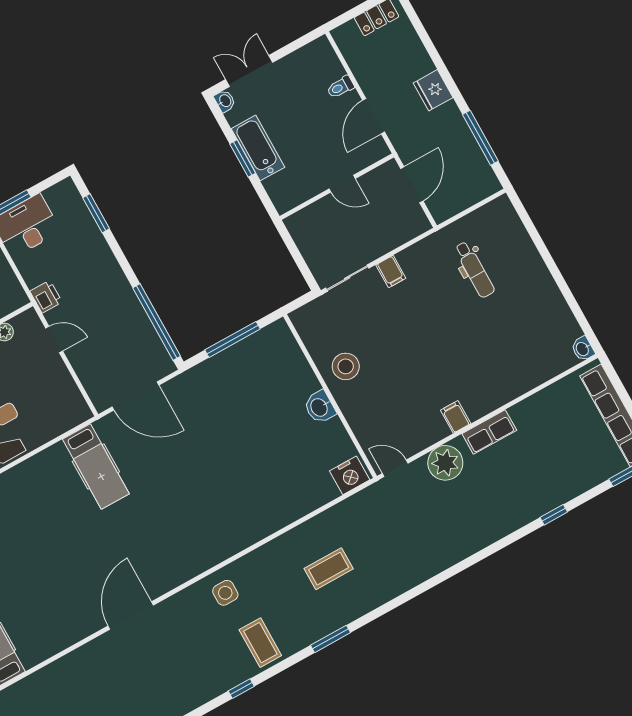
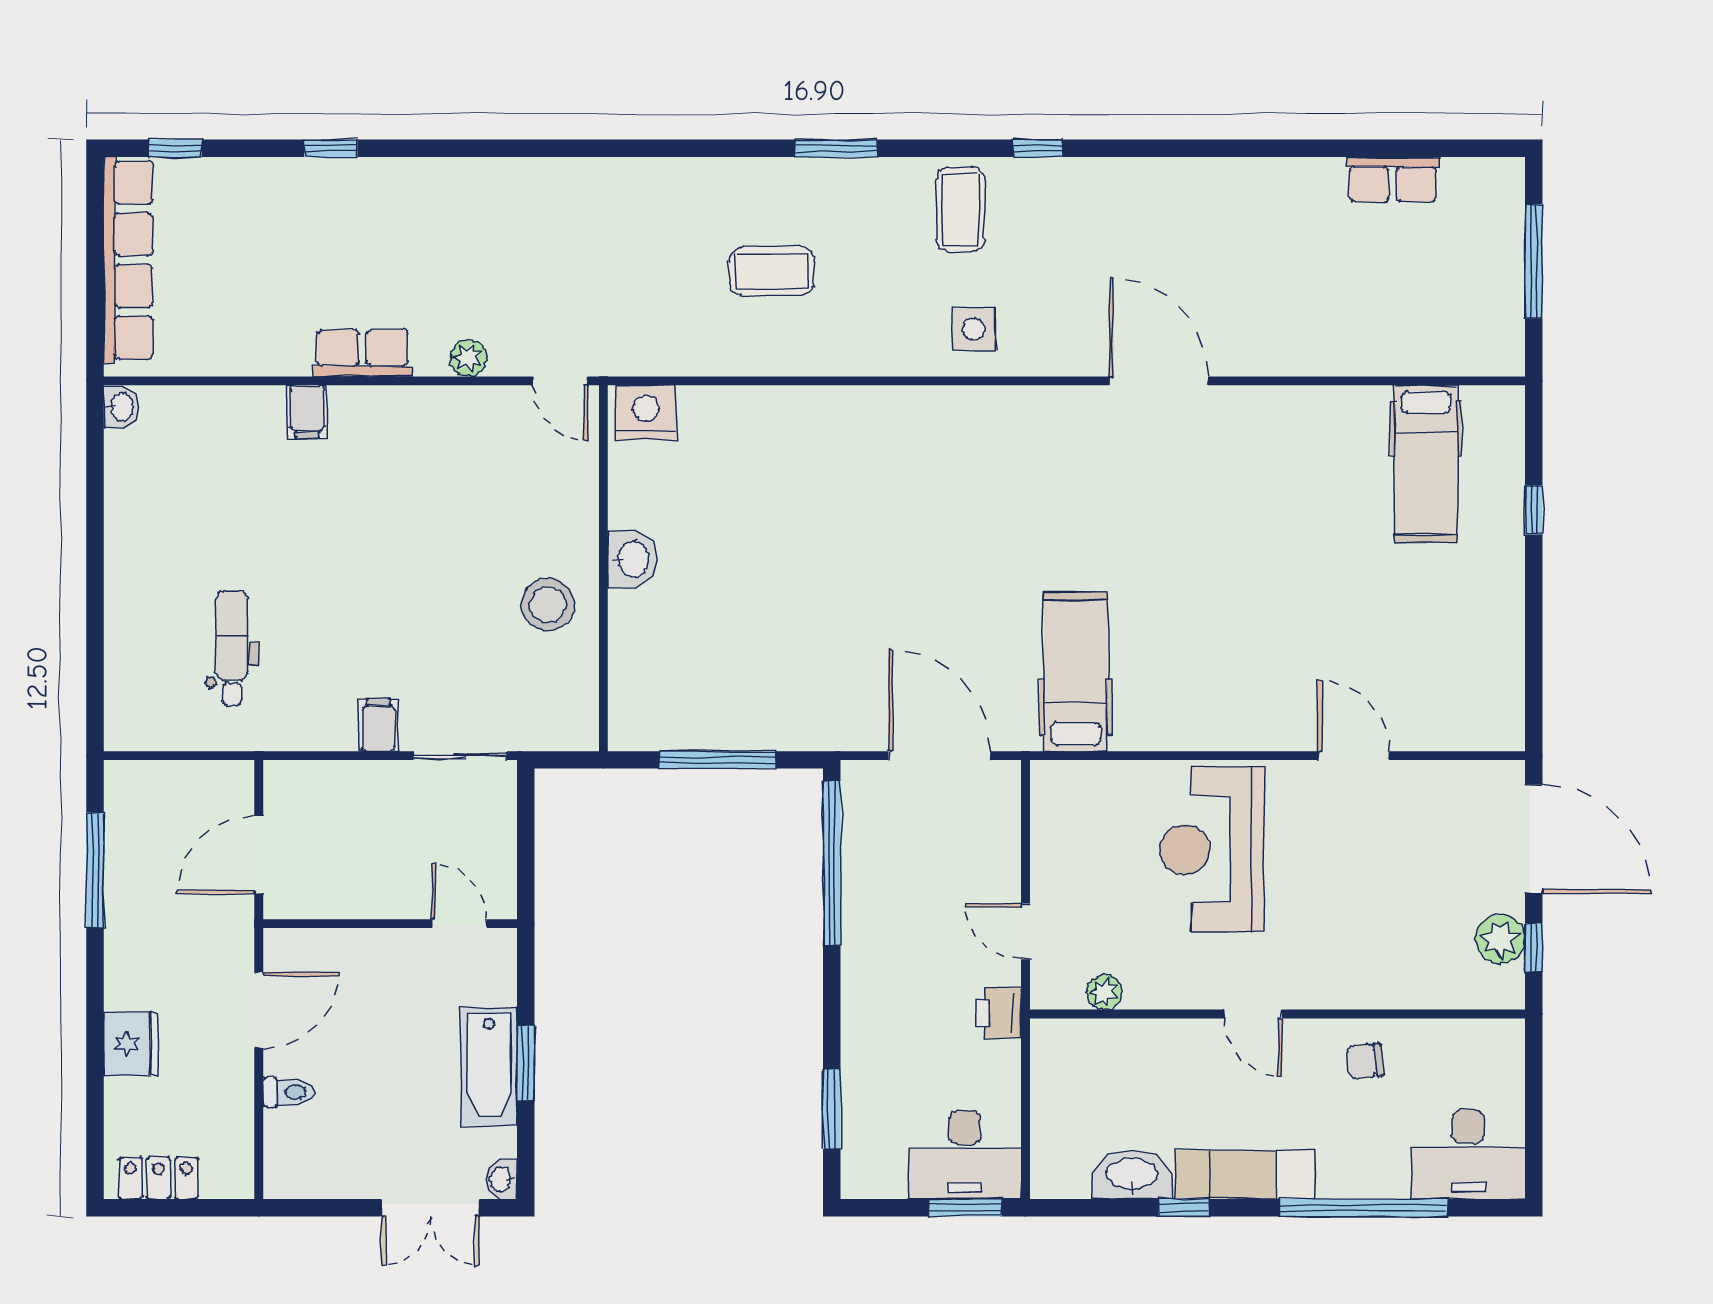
fridge: (433, 90) -> (131, 1044), moved
door: (342, 184) -> (459, 924), moved
filing cabinet: (456, 417) -> (307, 412), moved
plant: (445, 463) -> (468, 358), width x0.53, depth x0.53
door: (131, 616) -> (1159, 381), swing flipped

